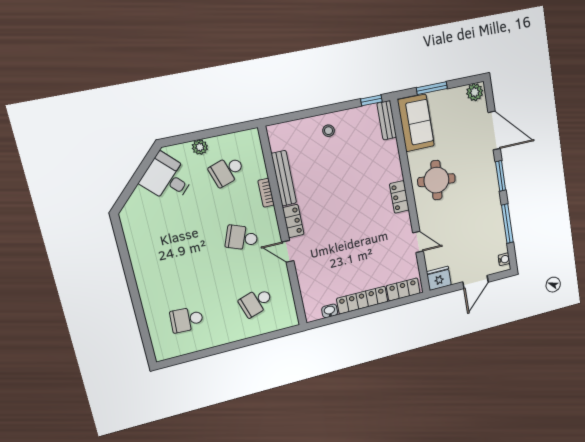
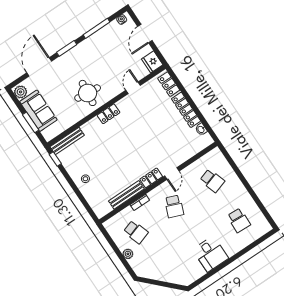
bench: (387, 120) -> (67, 141), width x1.36
sofa: (416, 123) -> (38, 111), moved, turned 90
desk: (167, 178) -> (211, 254), moved, turned -45
door: (476, 282) -> (145, 34), swing flipped

